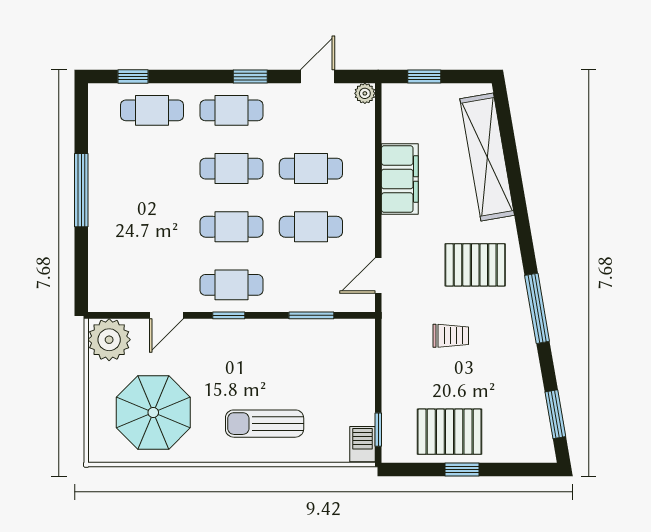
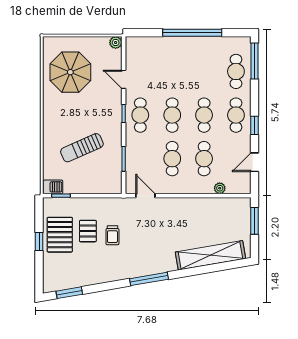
window: (133, 77) -> (255, 61), width x2.17
door: (318, 77) -> (255, 162), swing flipped
window: (424, 77) -> (255, 221), width x1.50
plant: (365, 93) -> (220, 188), moved
filing cabinet: (400, 179) -> (198, 207), removed
window: (81, 190) -> (192, 33), width x1.46
pallet: (475, 265) -> (88, 231), moved, width x0.67, depth x0.71
window: (537, 308) -> (149, 279), moved
plant: (109, 340) -> (116, 43), width x0.53, depth x0.53
sun lounger: (265, 424) -> (82, 148), moved, turned -114

